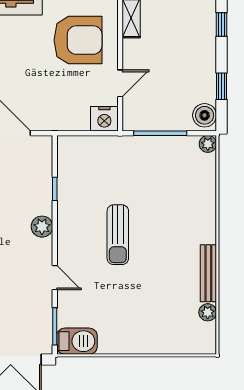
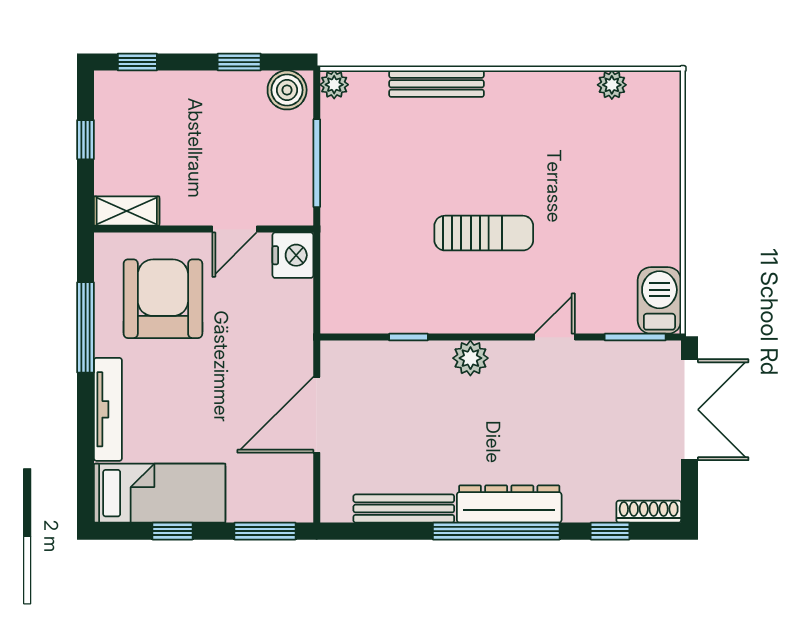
door: (120, 83) -> (234, 229), swing flipped
bench: (208, 273) -> (436, 84), moved

